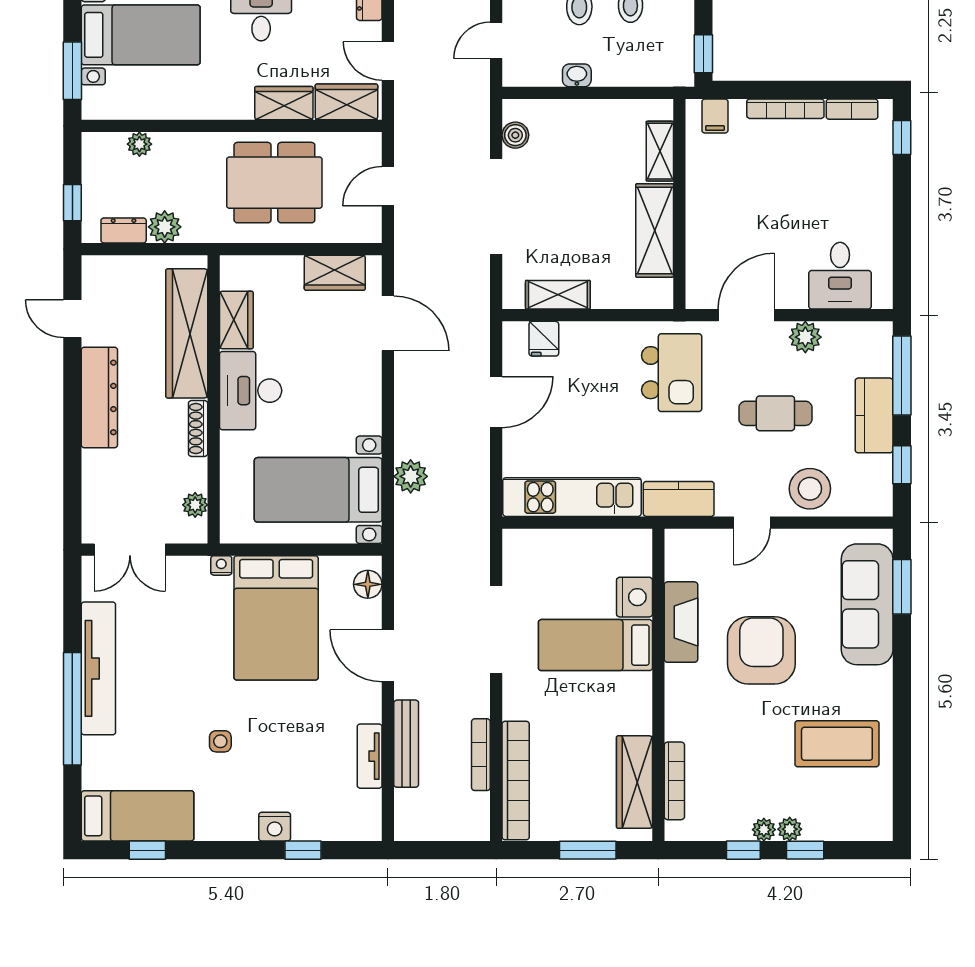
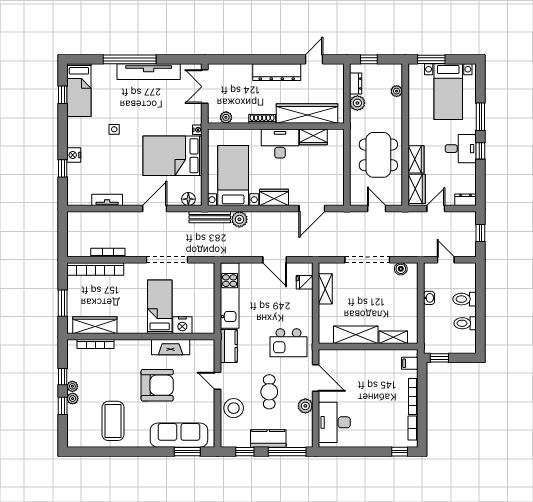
wardrobe: (335, 273) -> (274, 197), moved, turned 90
desk: (840, 276) -> (334, 422), width x1.37
bench: (406, 744) -> (210, 217), moved

